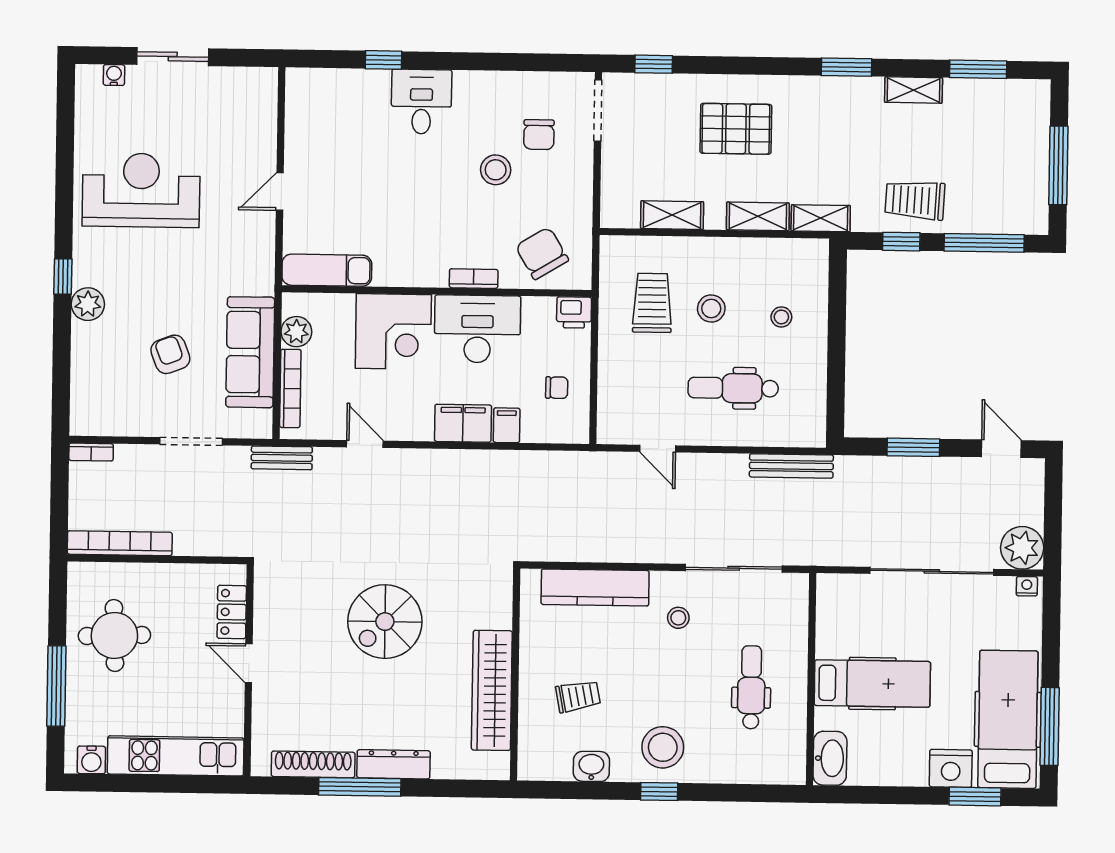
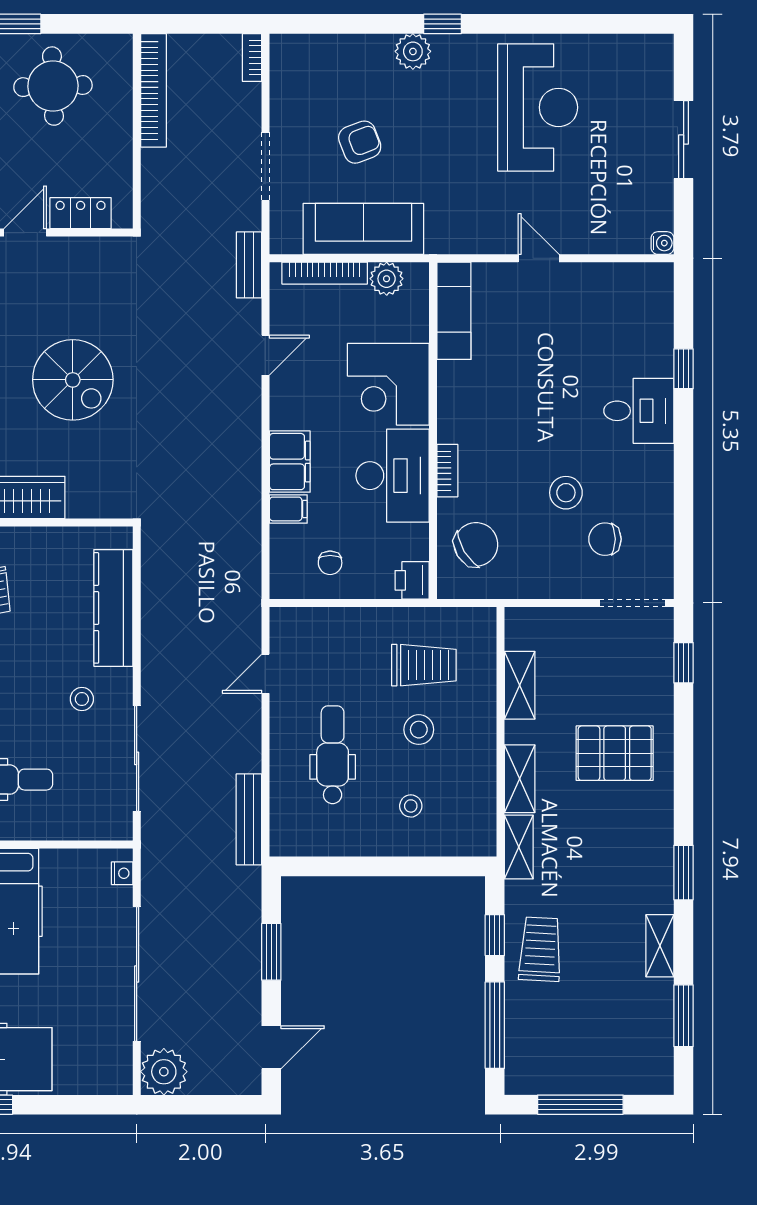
water cooler: (114, 75) -> (662, 243), moved
pallet: (736, 129) -> (615, 753), turned 90
nightstand: (1027, 586) -> (122, 873), moved
spiral stairs: (385, 622) -> (73, 380), turned 180

